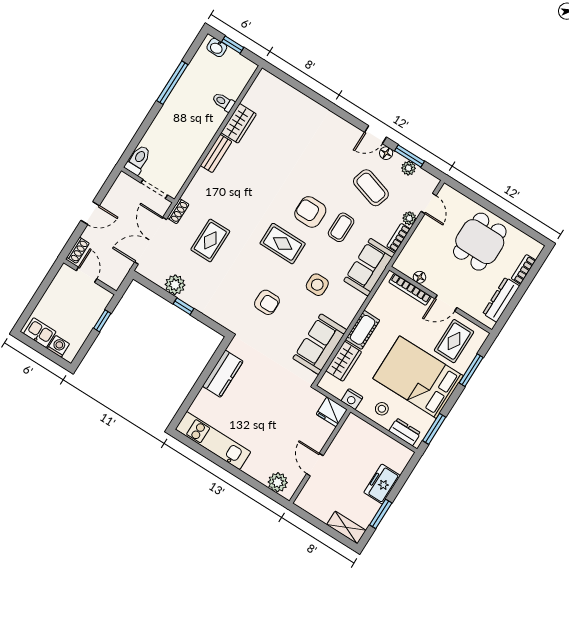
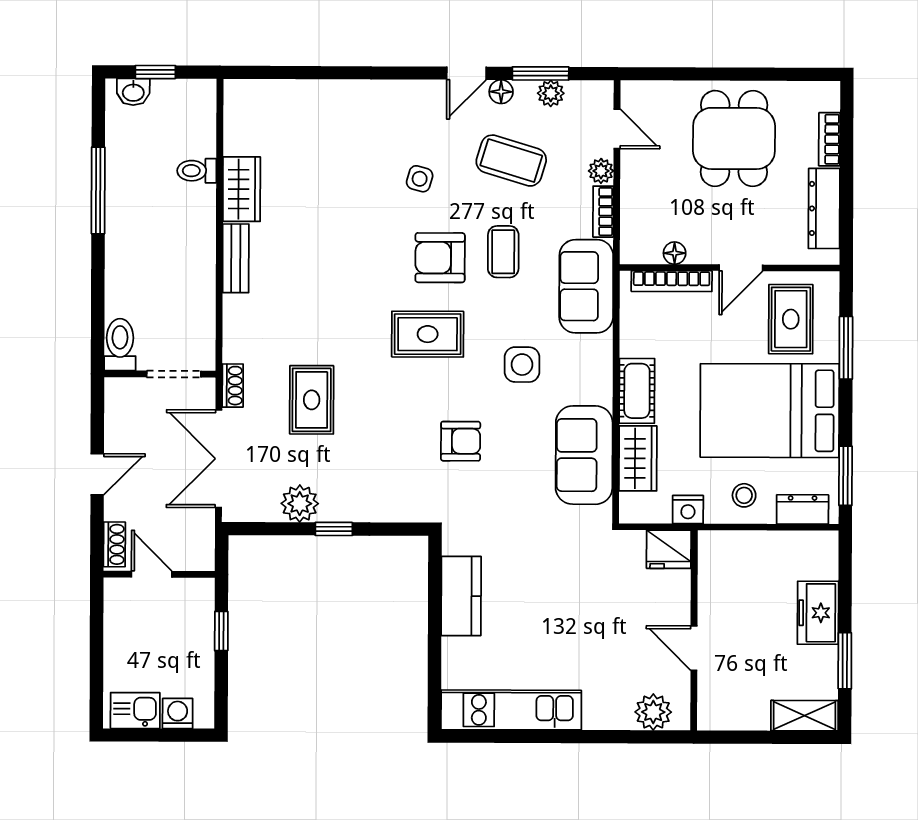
side table: (324, 170) -> (420, 179), added

